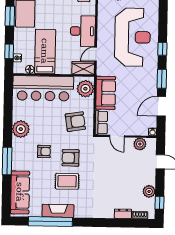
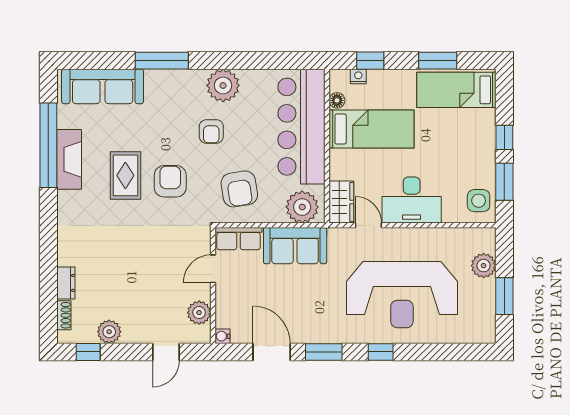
armchair: (44, 151) -> (211, 131), moved

